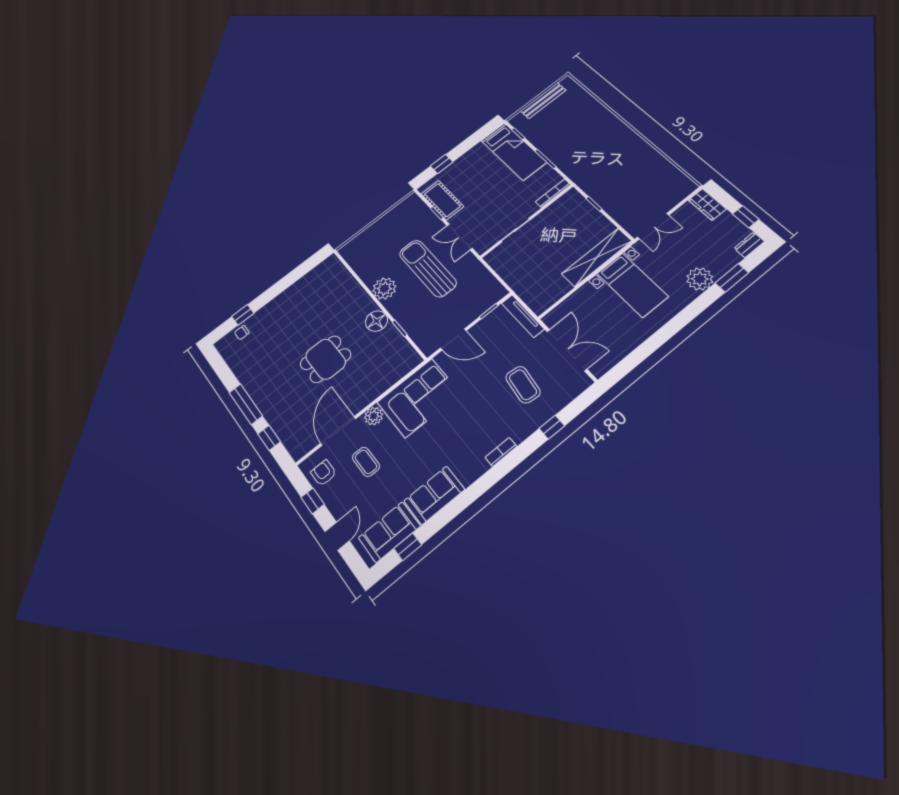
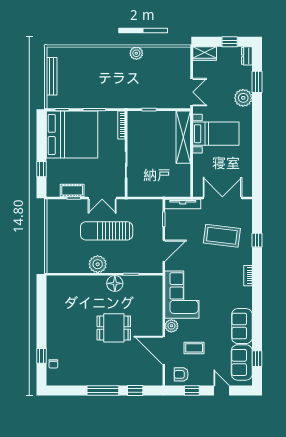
plant: (641, 147) -> (136, 53), added
bed: (514, 151) -> (72, 134), width x2.04
cot: (442, 200) -> (72, 190), width x0.73, depth x0.75
dining table: (326, 359) -> (114, 328), turned 90
coffee table: (523, 385) -> (222, 236), width x1.36, depth x1.32

